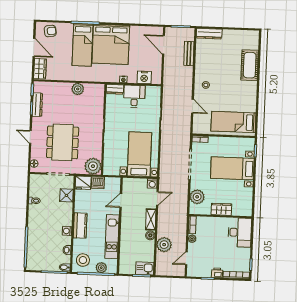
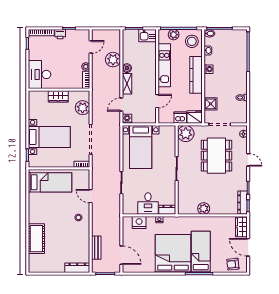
dresser: (37, 105) -> (243, 202), moved
kitchen counter: (80, 226) -> (196, 75), width x1.50
kitchen sink: (145, 268) -> (148, 36), moved

